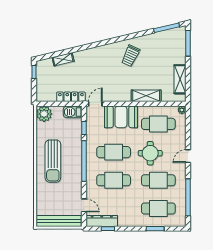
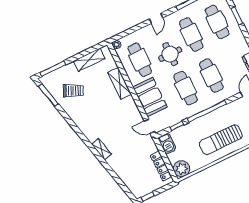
trolley: (131, 56) -> (73, 91), moved
shelving: (63, 59) -> (101, 149), moved
locker: (71, 97) -> (161, 166), moved
door: (188, 156) -> (156, 18), hinge flipped
sun lounger: (53, 161) -> (221, 140), turned 180

